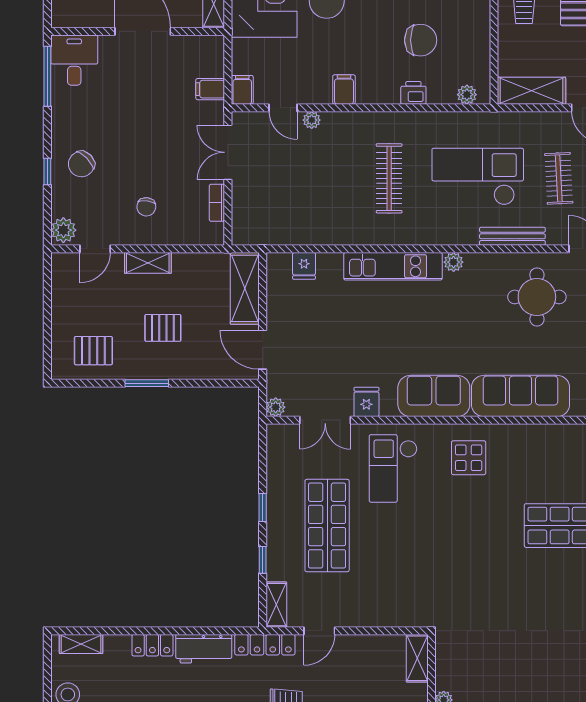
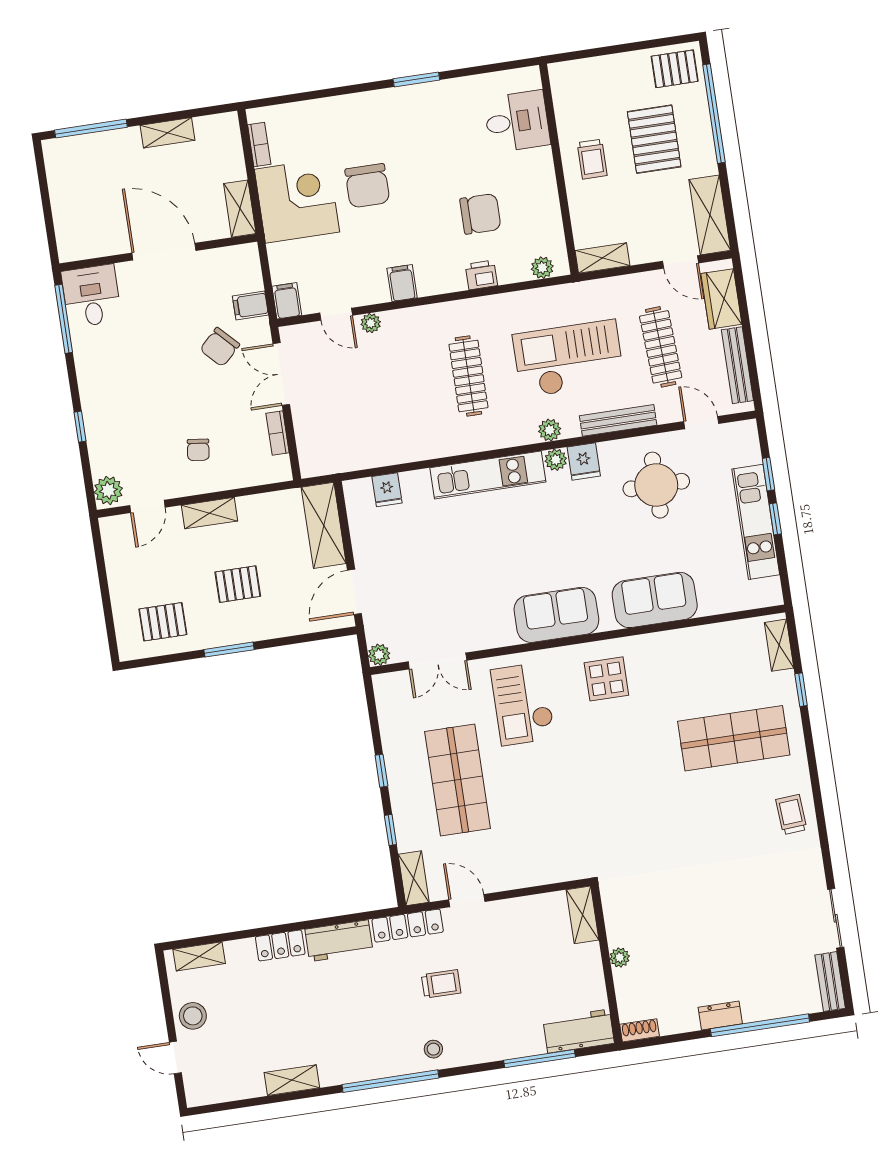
shelving: (531, 91) -> (602, 258), width x0.67, depth x0.75
chair: (81, 164) -> (220, 347), moved
clothes rail: (559, 178) -> (661, 347), width x1.36
plant: (452, 236) -> (550, 430), added
door: (263, 350) -> (354, 592), hinge flipped
sofa: (521, 396) -> (655, 600), width x0.73
fridge: (366, 402) -> (584, 462), moved, turned 180
door: (319, 631) -> (467, 901), swing flipped

